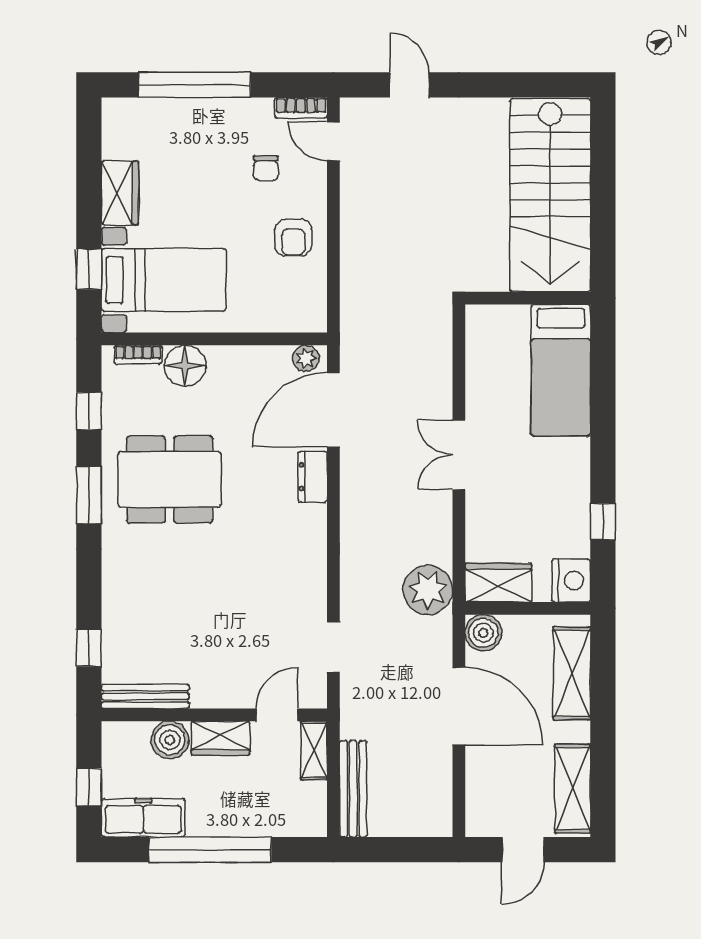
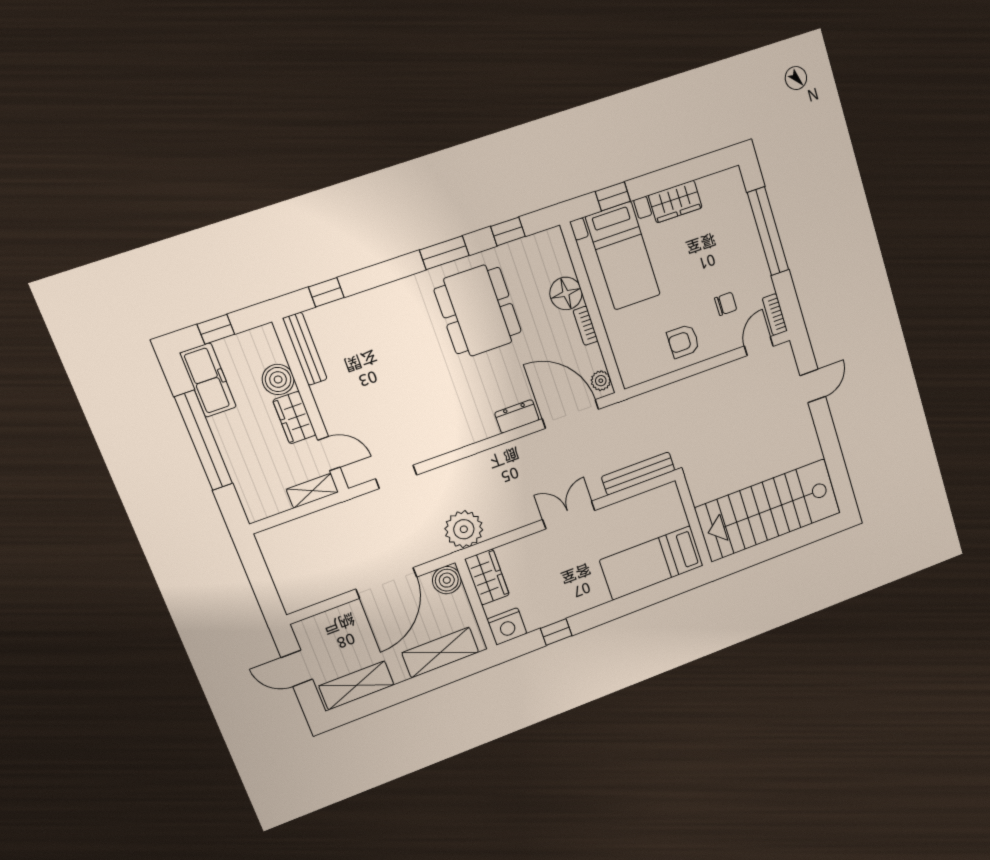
chair: (266, 168) -> (726, 304), turned 180
bookcase: (138, 355) -> (586, 326), moved
bench: (353, 789) -> (638, 474), moved

